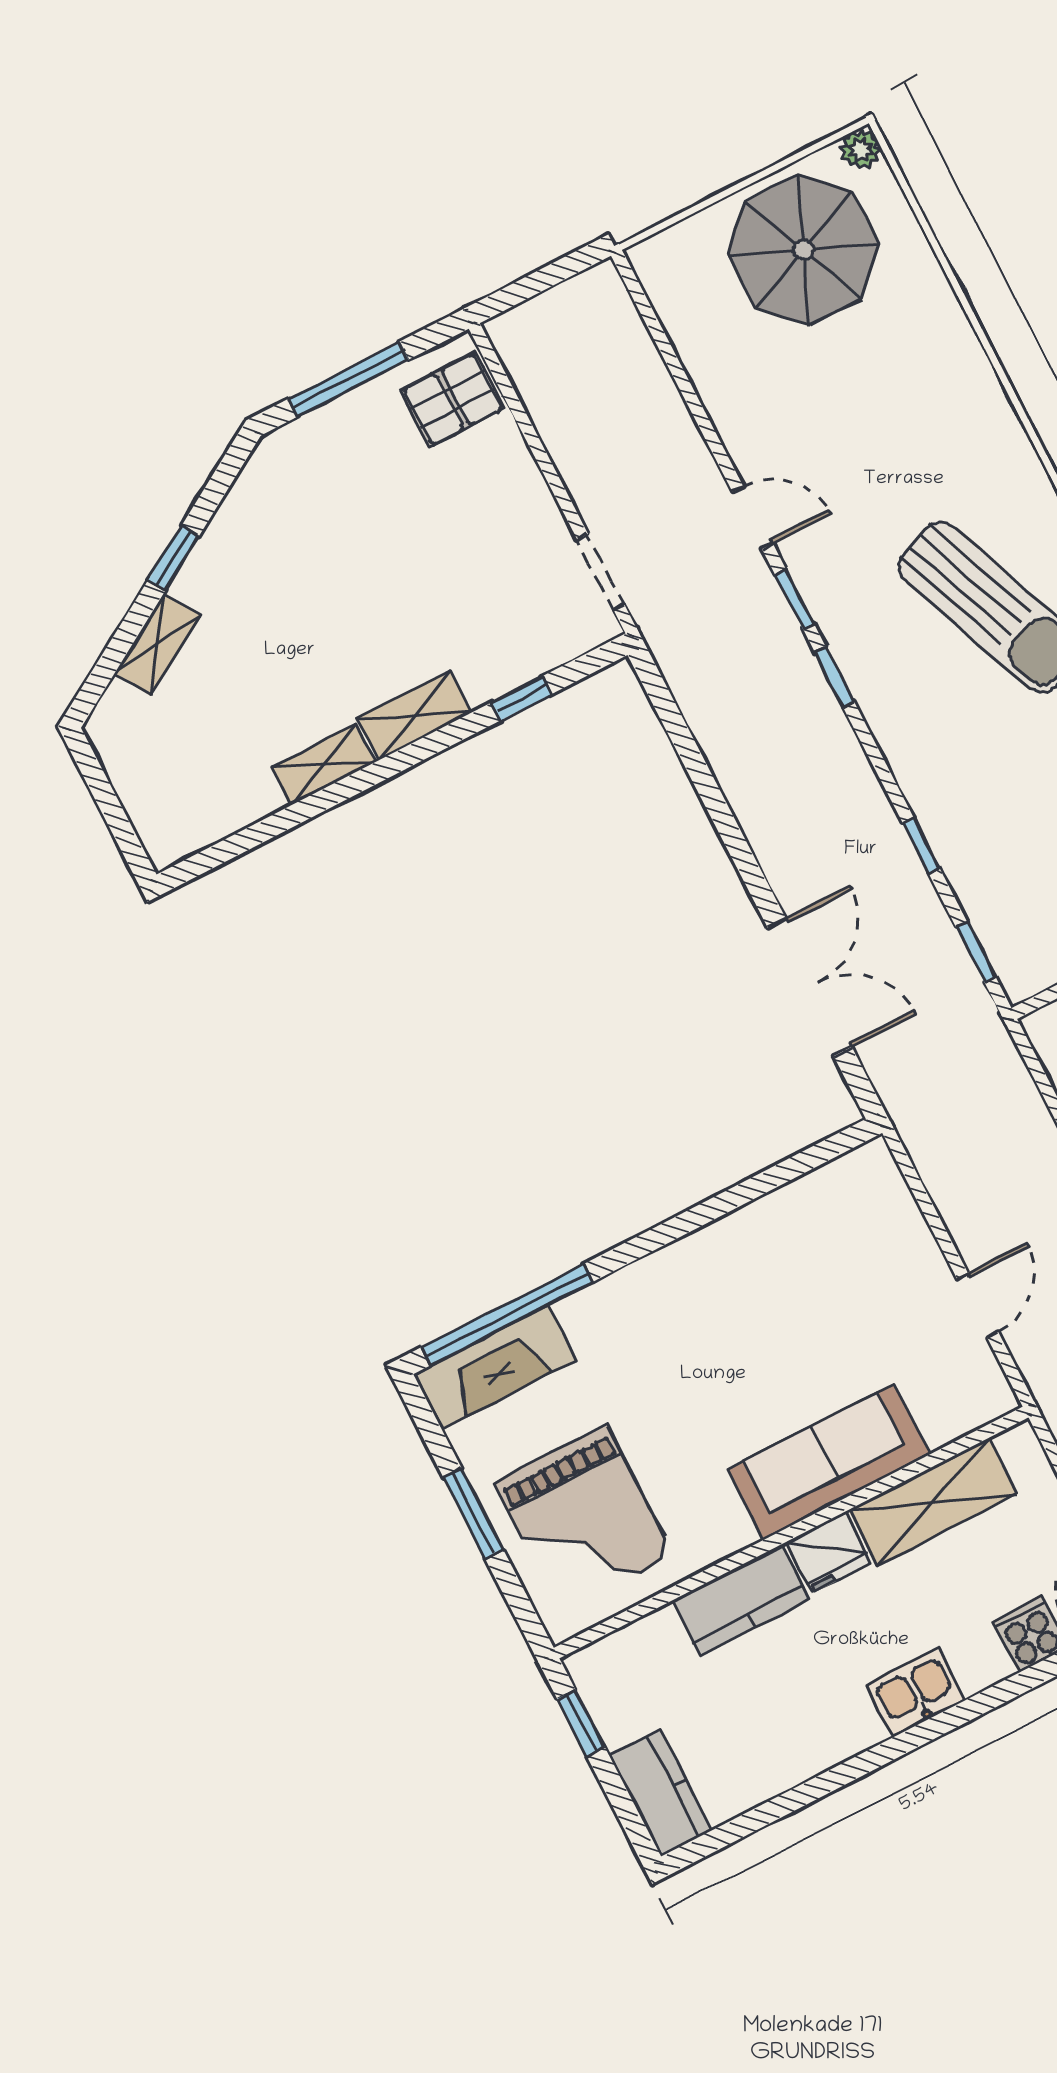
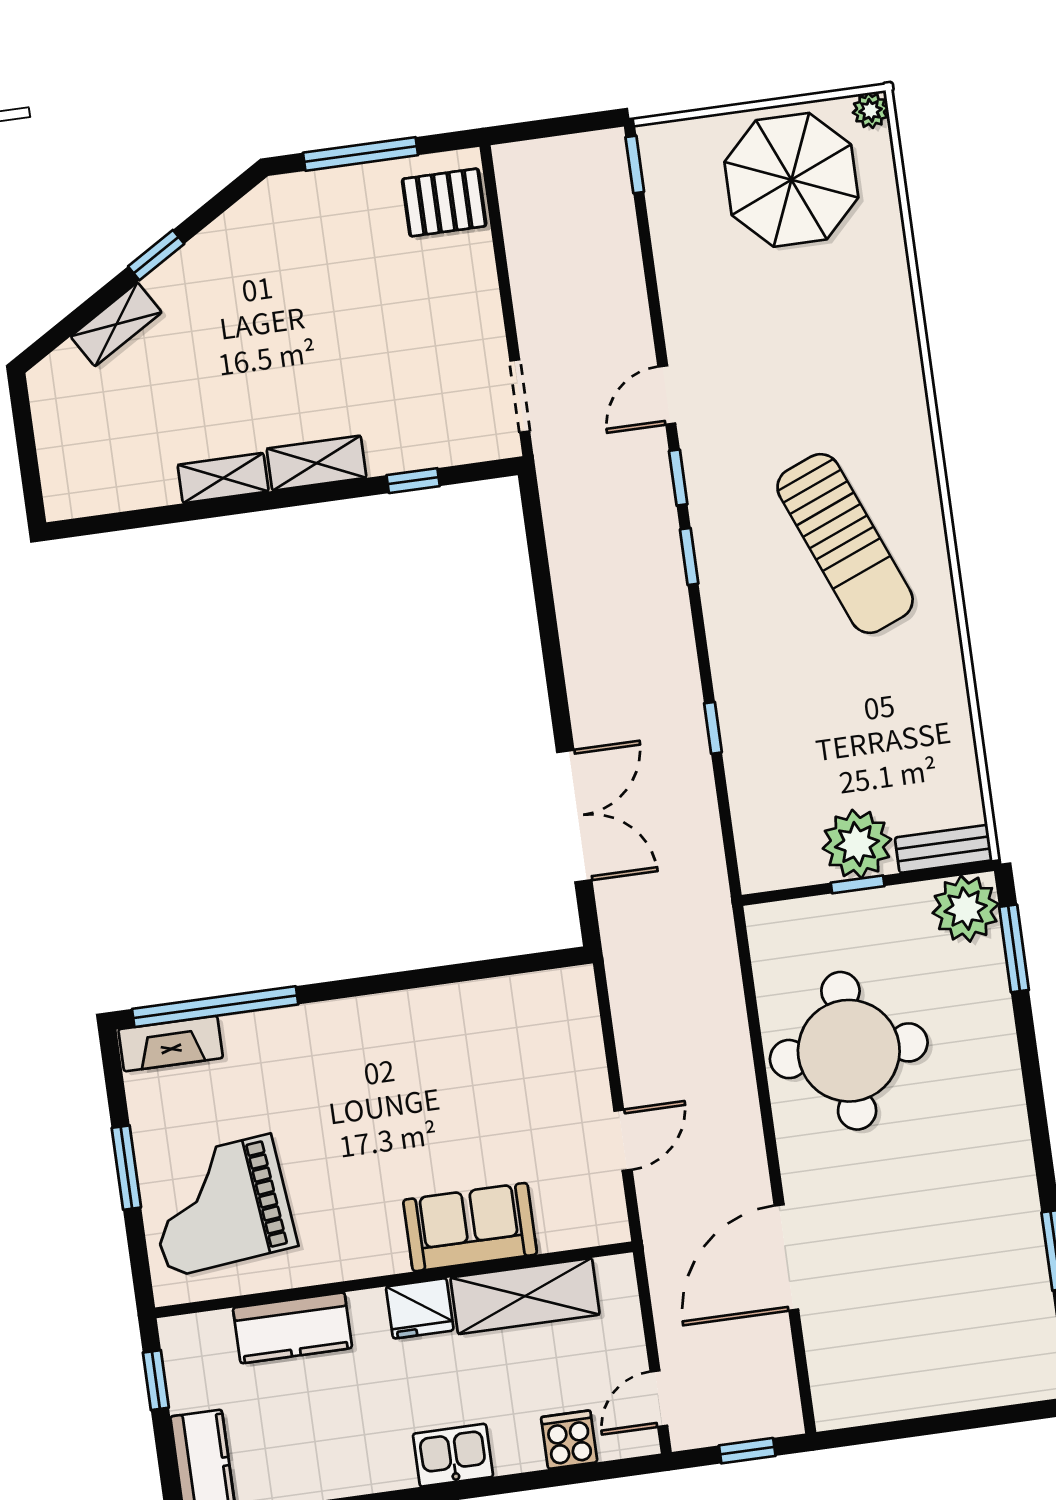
door: (753, 518) -> (667, 395), swing flipped
window: (976, 952) -> (635, 164), moved
fireplace: (496, 1366) -> (171, 1044), width x0.73, depth x0.76
sofa: (829, 1462) -> (470, 1227), width x0.73
grand piano: (584, 1519) -> (220, 1206), turned 84
kitchen counter: (741, 1600) -> (292, 1328), moved

